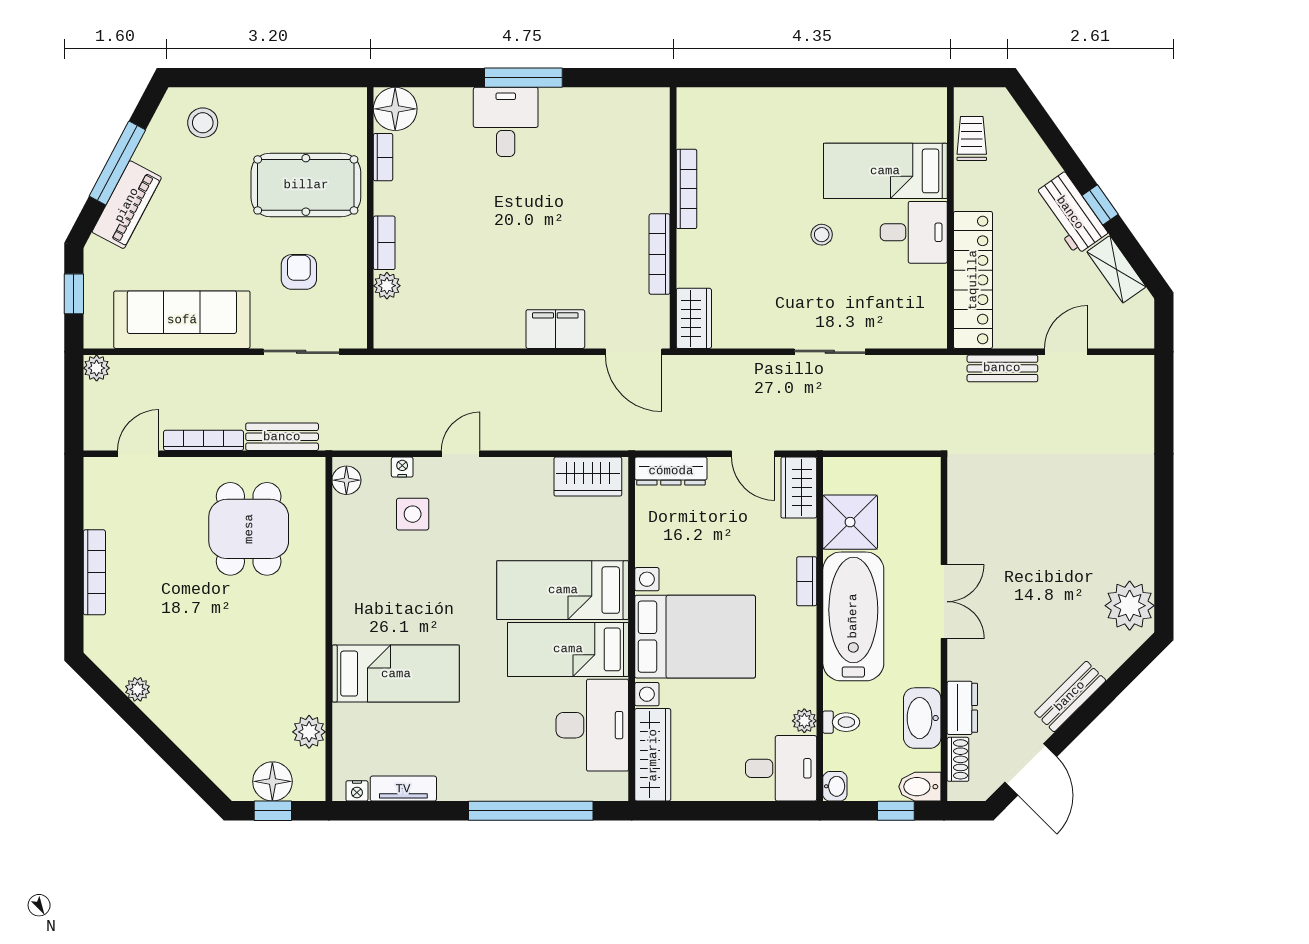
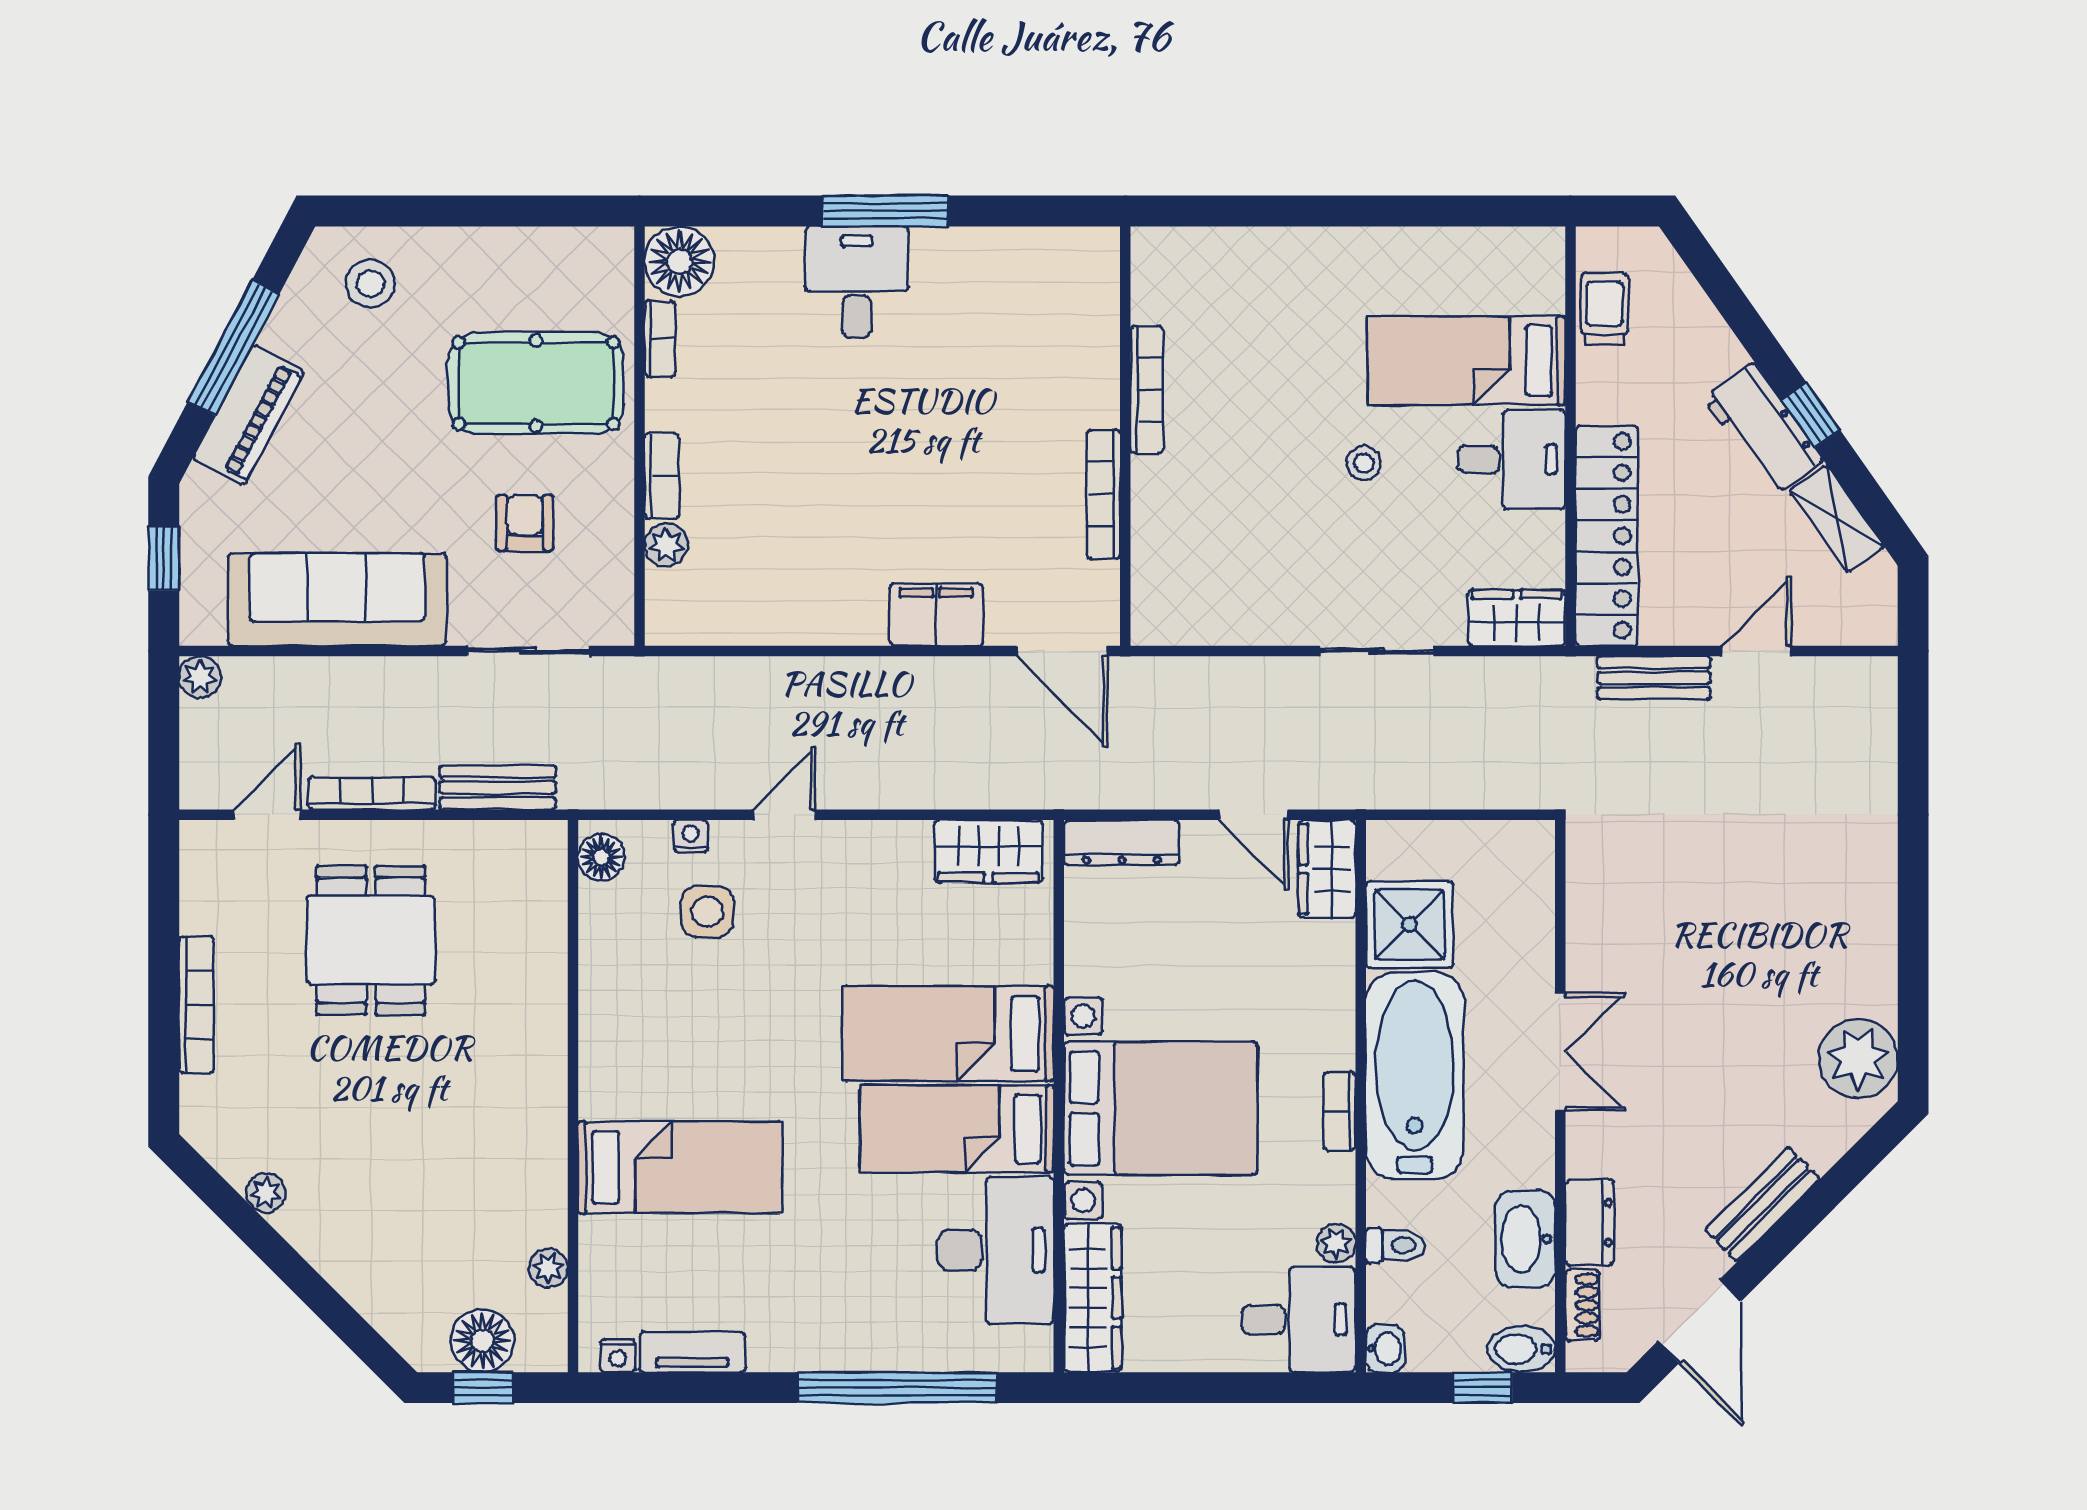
wardrobe: (694, 318) -> (1517, 618), moved, turned -90
dining table: (249, 529) -> (371, 940), moved
bookcase: (807, 581) -> (1340, 1111), moved
plant: (309, 732) -> (548, 1268), width x0.73, depth x0.73

